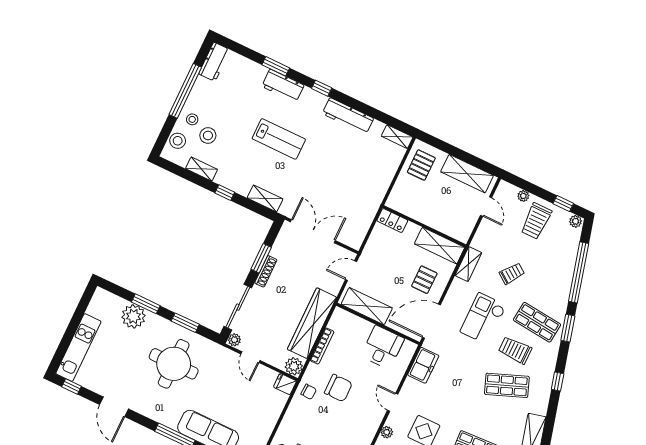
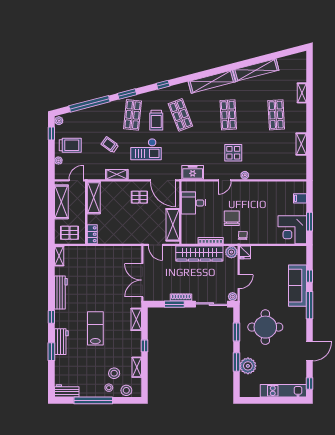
locker: (392, 220) -> (92, 234), moved
wall: (424, 226) -> (86, 213), moved
shelving: (440, 246) -> (94, 198), moved

